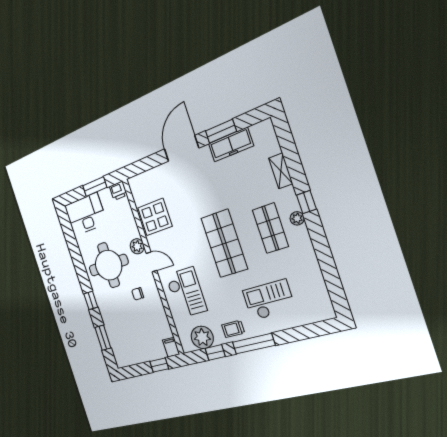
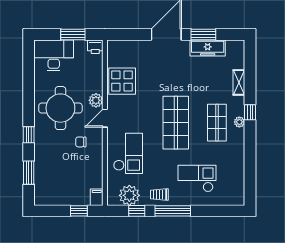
door: (151, 262) -> (105, 118), swing flipped

